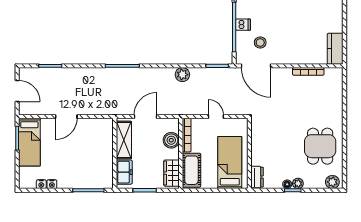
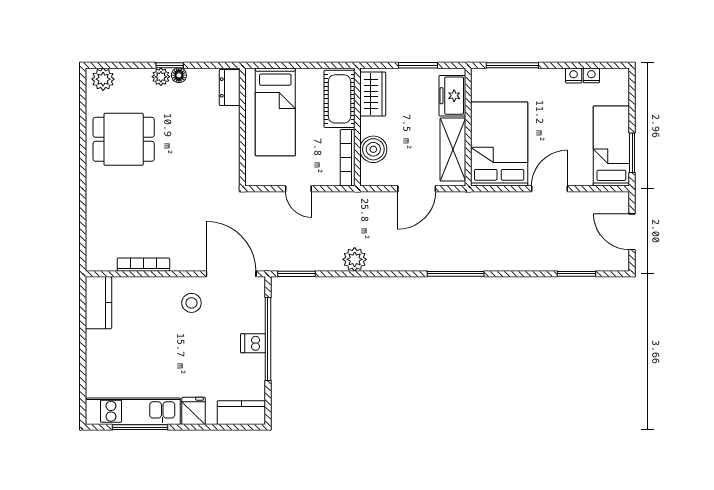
stool: (260, 42) -> (191, 303), moved
bed: (96, 143) -> (499, 144), added
dining table: (320, 146) -> (124, 139), turned 90

